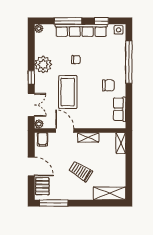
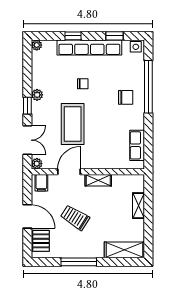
window: (68, 21) -> (73, 36), width x0.46
plant: (43, 64) -> (37, 95), width x0.53, depth x0.53
chair: (108, 85) -> (126, 97), moved
door: (65, 130) -> (69, 172), hinge flipped
shelving: (121, 143) -> (139, 206), moved
trolley: (81, 171) -> (75, 217), moved
window: (54, 203) -> (79, 262), moved

